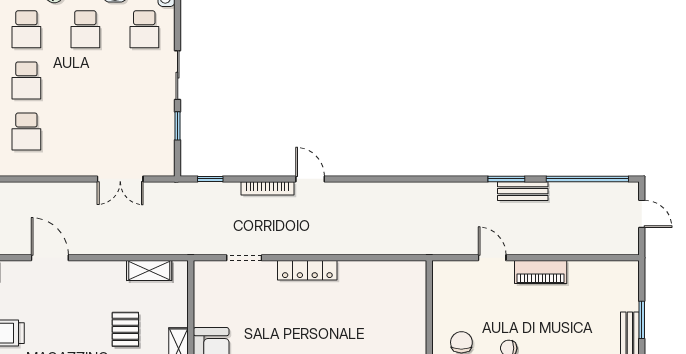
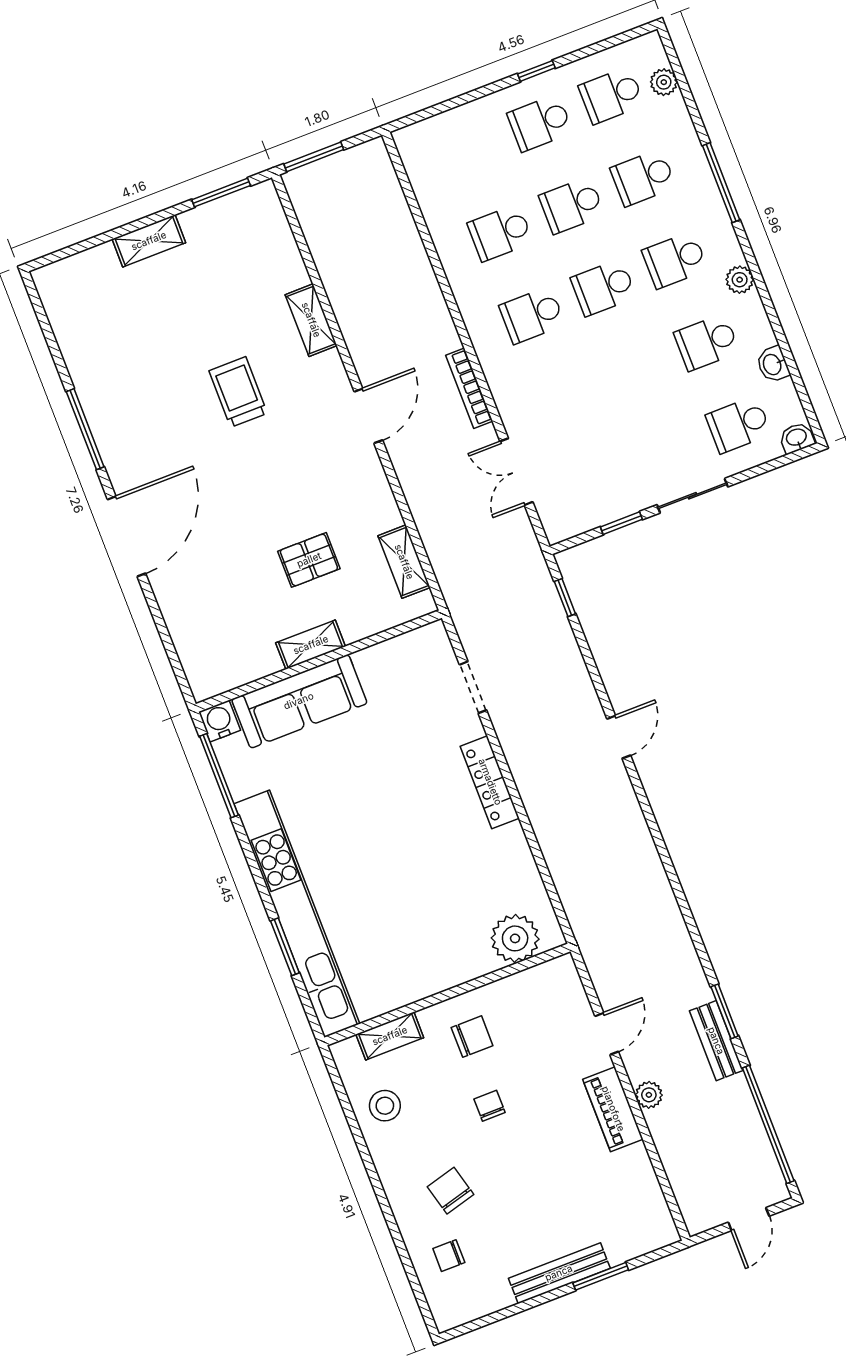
bookcase: (268, 188) -> (469, 388), moved
plant: (540, 246) -> (649, 1095), added
plant: (411, 292) -> (515, 938), added

